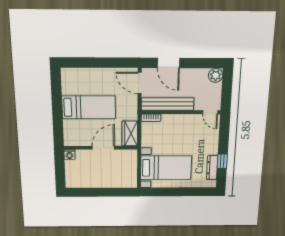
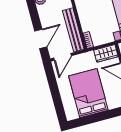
bed: (89, 107) -> (88, 93), width x1.50

